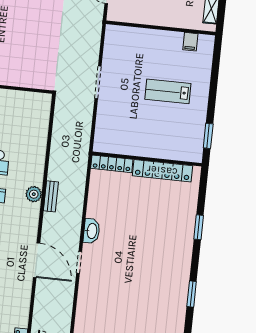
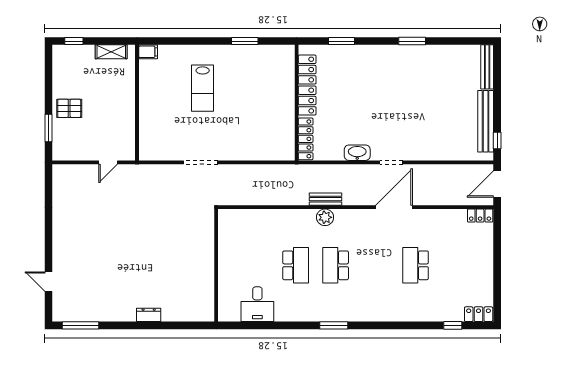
filing cabinet: (190, 42) -> (148, 52), moved
wall: (147, 159) -> (297, 103), moved
locker: (112, 164) -> (306, 139), moved
locker: (162, 171) -> (307, 85), moved

